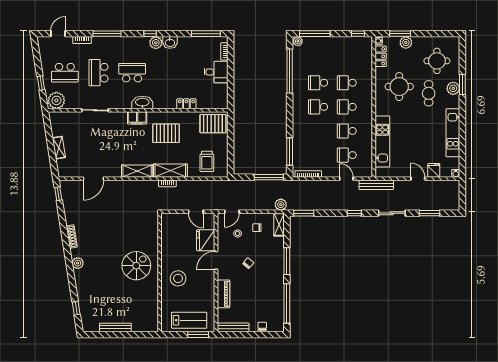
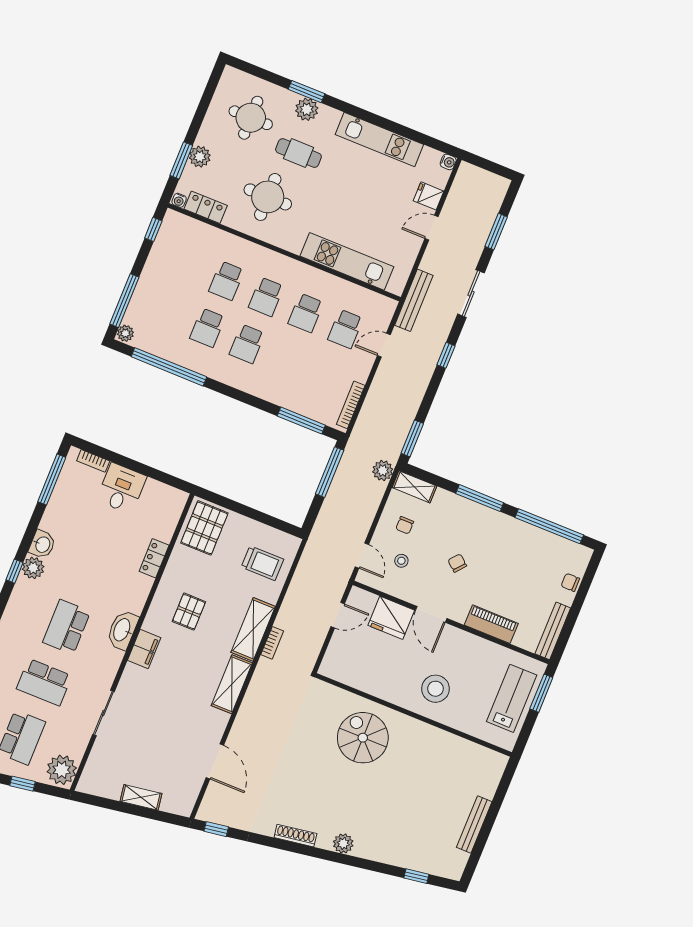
pallet: (166, 133) -> (189, 612), width x0.67, depth x0.71
spiral stairs: (136, 266) -> (363, 738), moved

